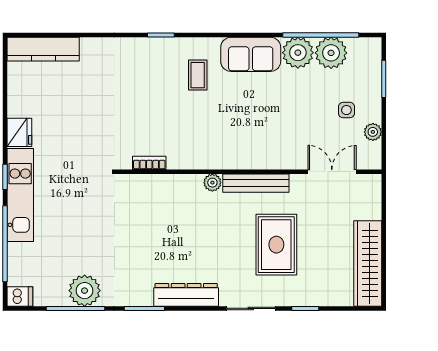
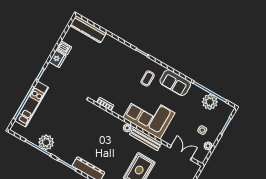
plant: (298, 53) -> (196, 94), removed
corner sofa: (238, 138) -> (149, 115), added
kitchen unit: (20, 195) -> (32, 104), moved
dishwasher: (20, 296) -> (64, 48), moved

